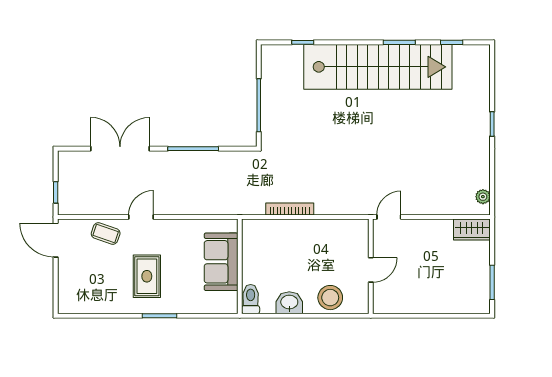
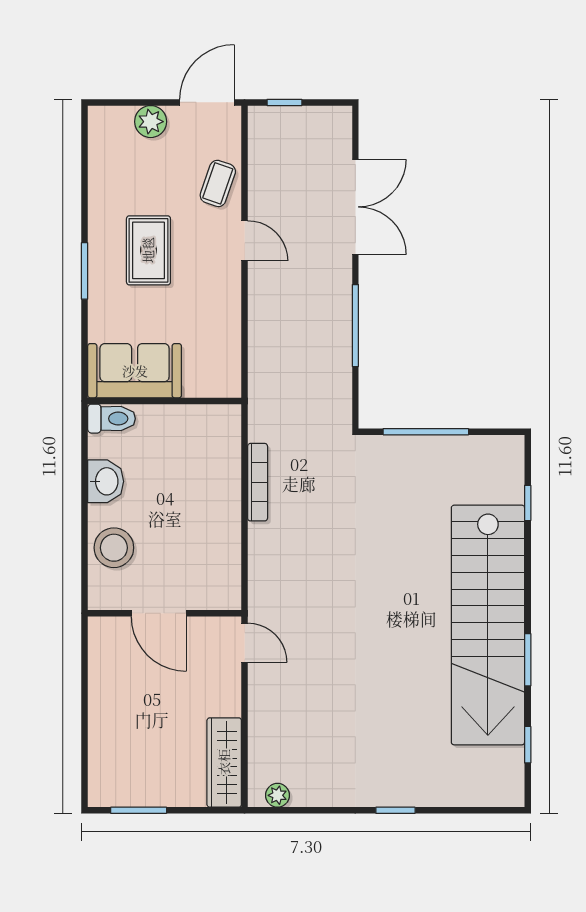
wardrobe: (472, 230) -> (224, 762), width x1.50
sofa: (221, 262) -> (135, 371), moved
door: (371, 270) -> (159, 613), width x1.38
plant: (67, 275) -> (151, 122), added
rug: (147, 276) -> (148, 250), turned 90

